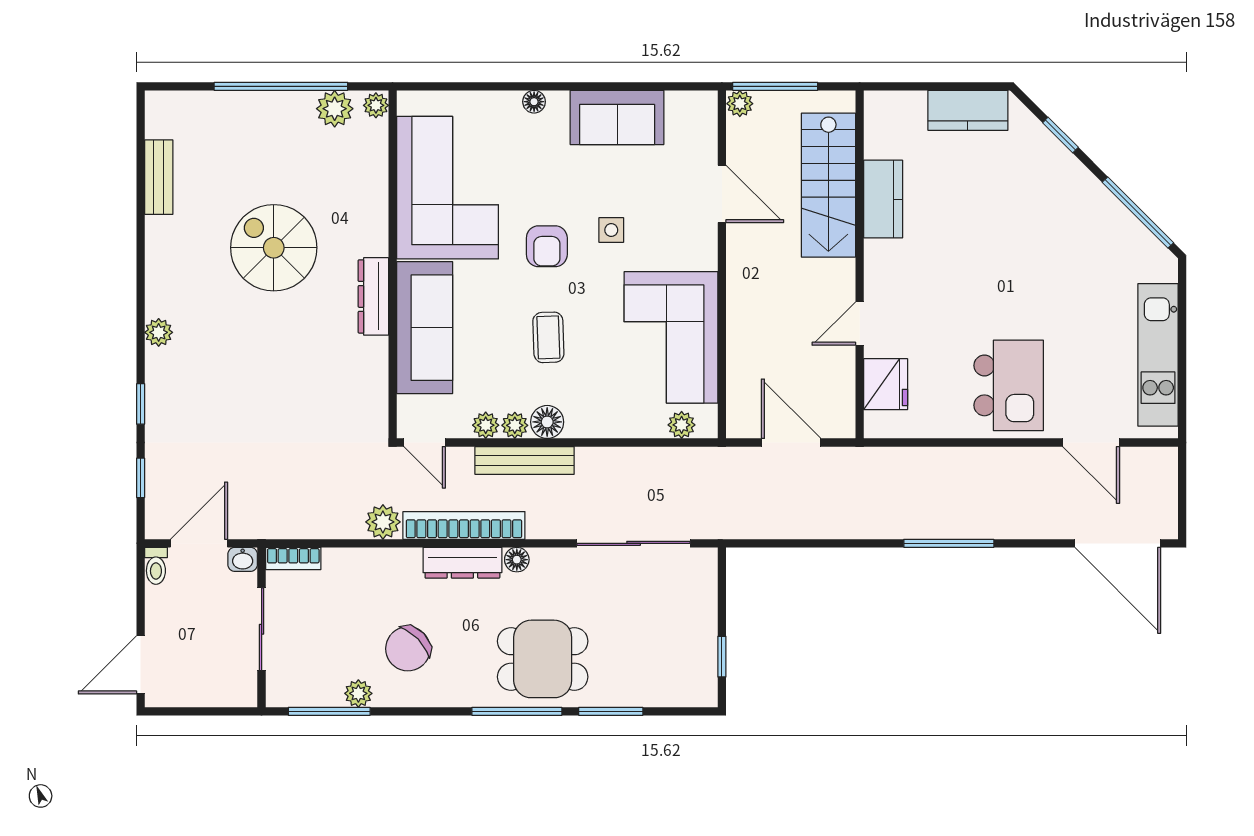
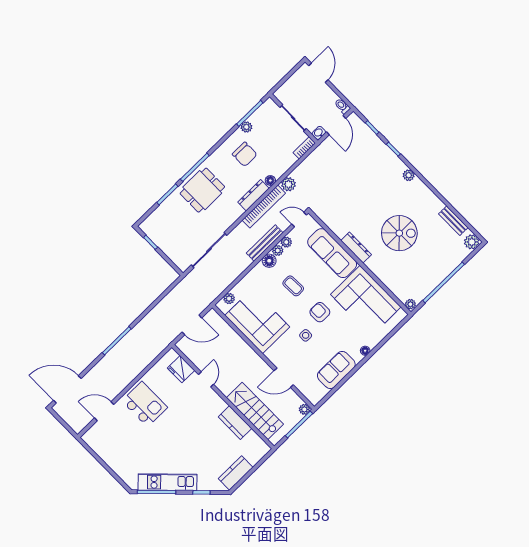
plant: (335, 109) -> (472, 242), moved
kitchen unit: (1158, 355) -> (168, 482), moved, turned -45
kitchen island: (1009, 385) -> (145, 404), turned 180
floor lamp: (517, 560) -> (270, 180), moved
chair: (408, 649) -> (245, 154), turned 134

